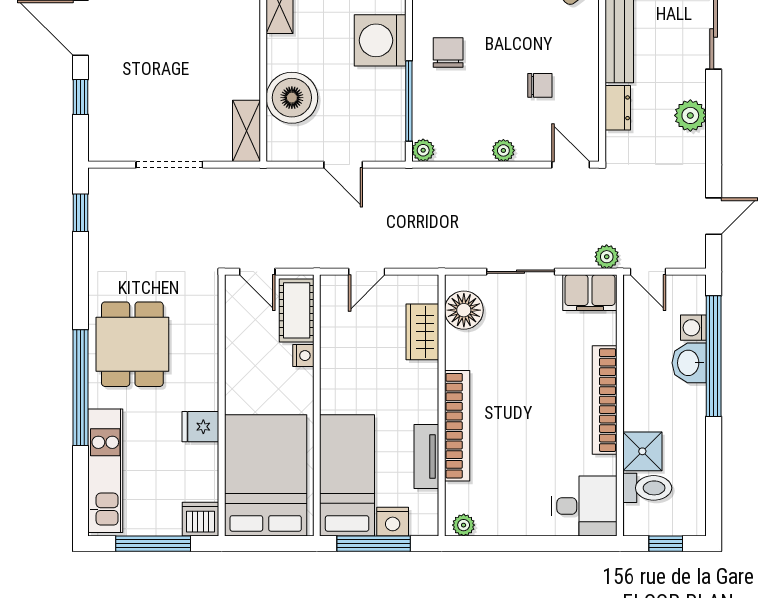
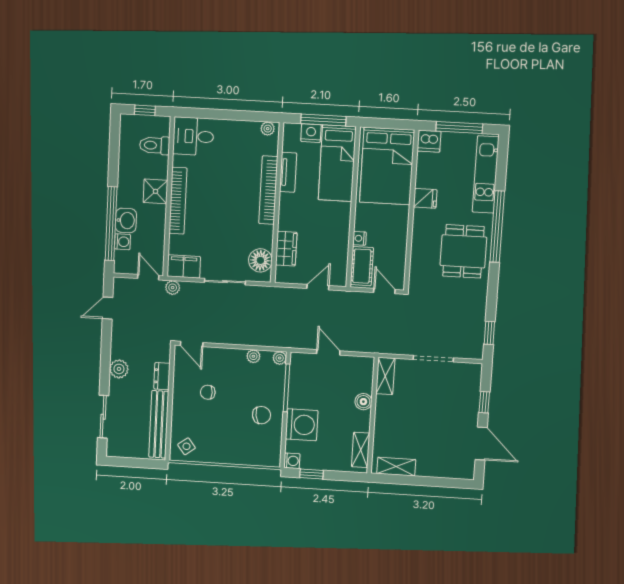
chair: (448, 53) -> (262, 415), turned -99
boiler: (292, 98) -> (363, 402), width x0.54, depth x0.54
plant: (503, 150) -> (253, 356), moved
shower: (642, 451) -> (155, 191), moved

